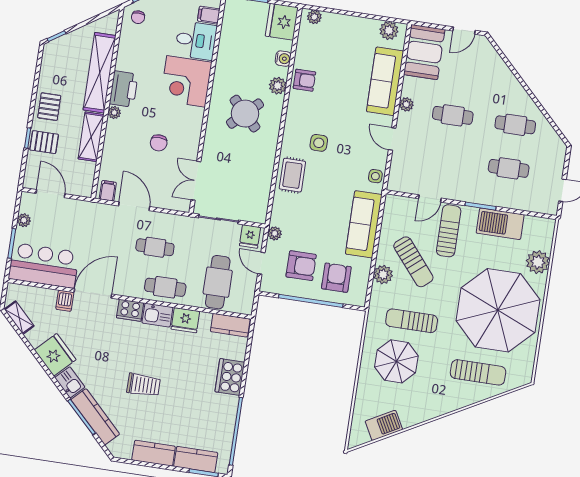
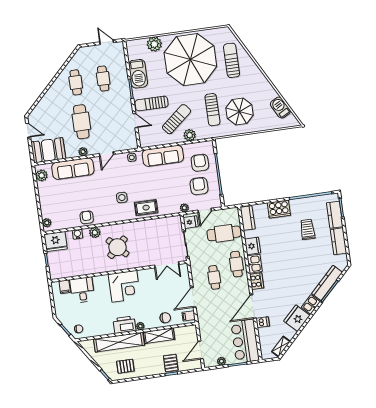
corner desk: (186, 81) -> (124, 286), moved
pallet: (49, 107) -> (125, 366), moved
cafe table: (453, 115) -> (81, 122), width x1.37, depth x1.35
chair: (159, 143) -> (165, 318), moved
armchair: (336, 278) -> (200, 163), turned 90
door: (93, 293) -> (253, 307), hinge flipped
trolley: (144, 385) -> (308, 229), moved

